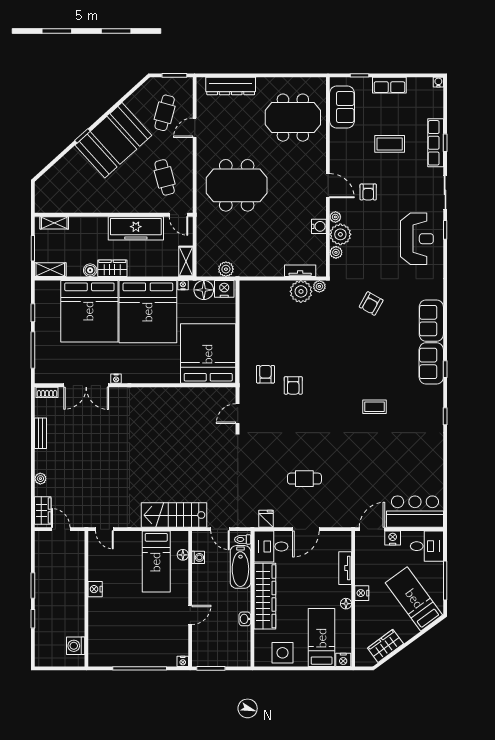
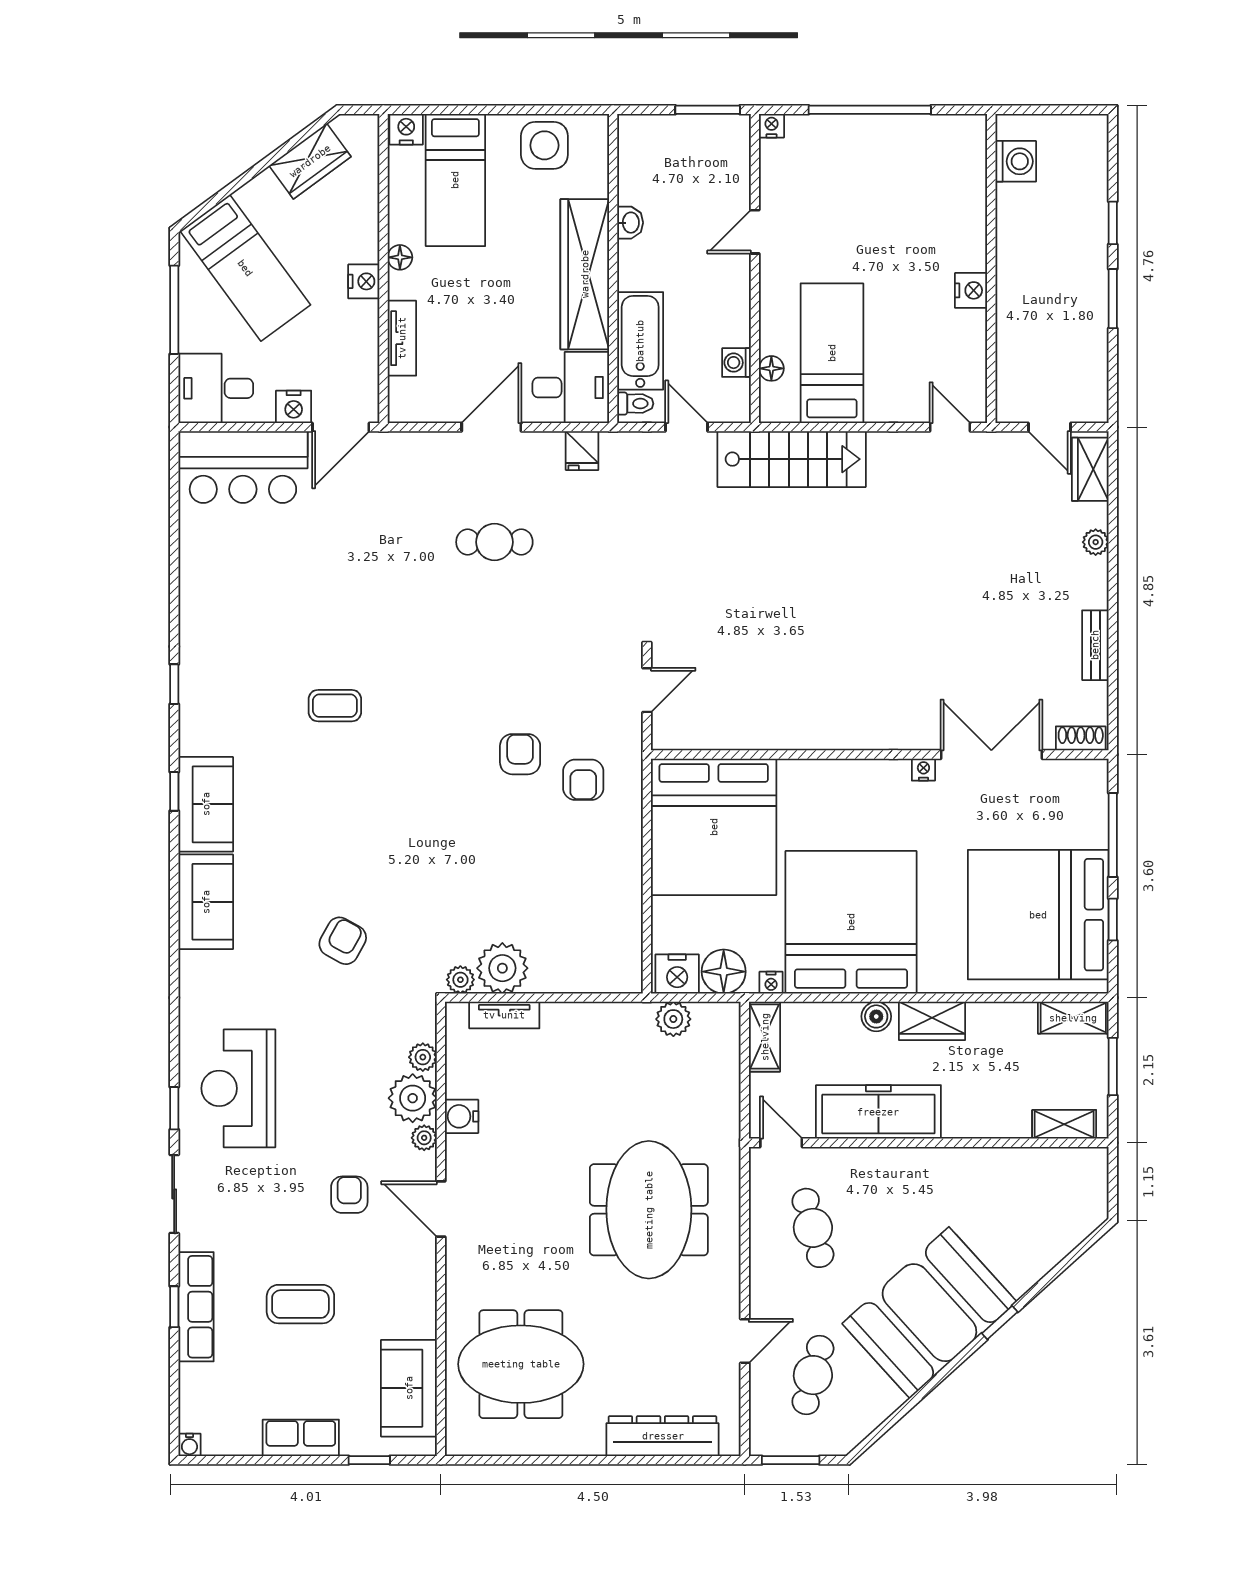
meeting table: (237, 185) -> (649, 1210), turned 90
boiler: (90, 270) -> (876, 1016), moved
bed: (89, 311) -> (1038, 915), moved, turned -90

